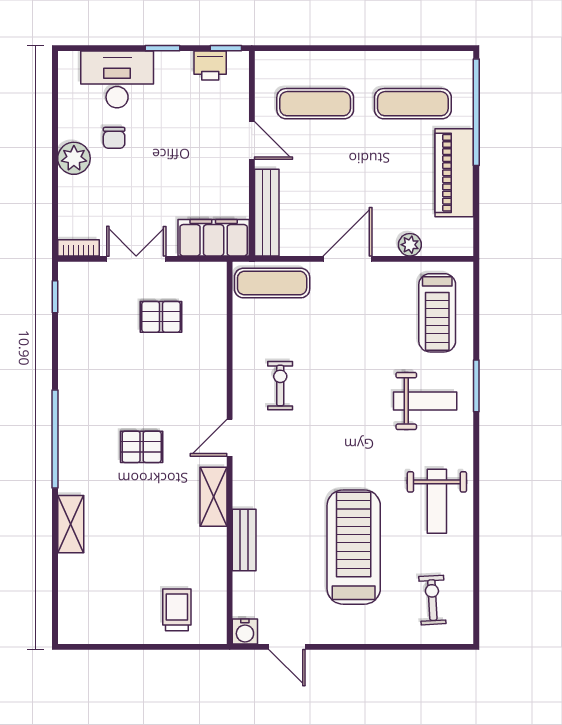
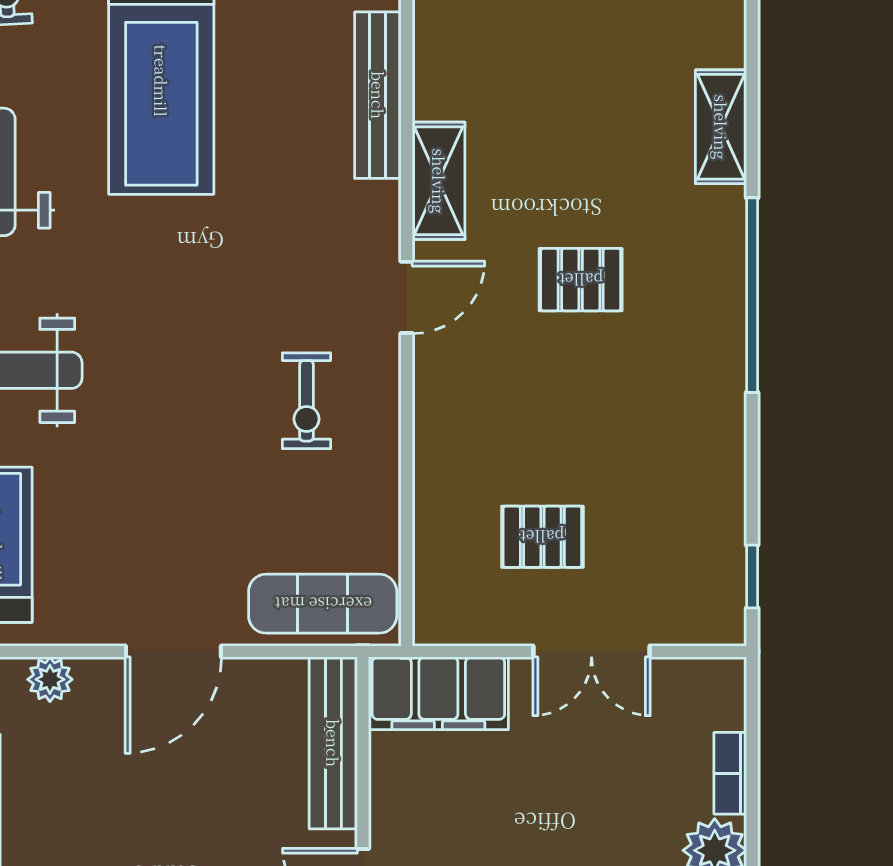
bookcase: (78, 248) -> (730, 773), moved, turned 90
bench: (244, 540) -> (378, 95), width x1.36

